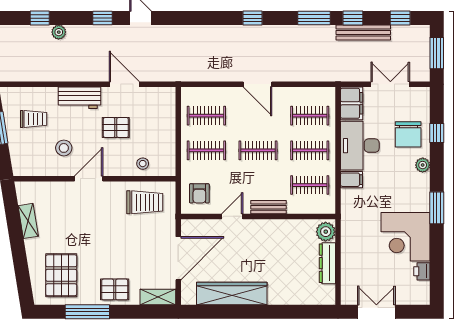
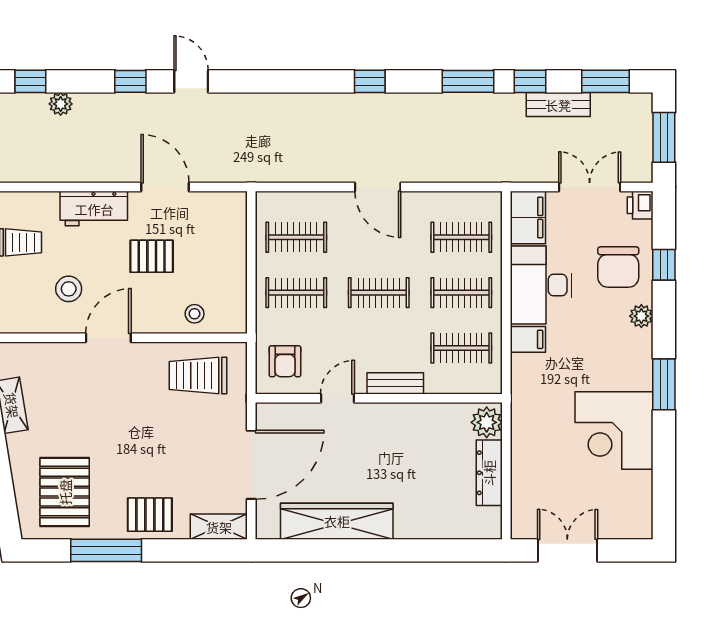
window: (400, 18) -> (605, 81), width x1.50
bench: (363, 33) -> (558, 105), width x0.73
trolley: (145, 202) -> (198, 375), turned 180
printer: (422, 271) -> (640, 205), moved

